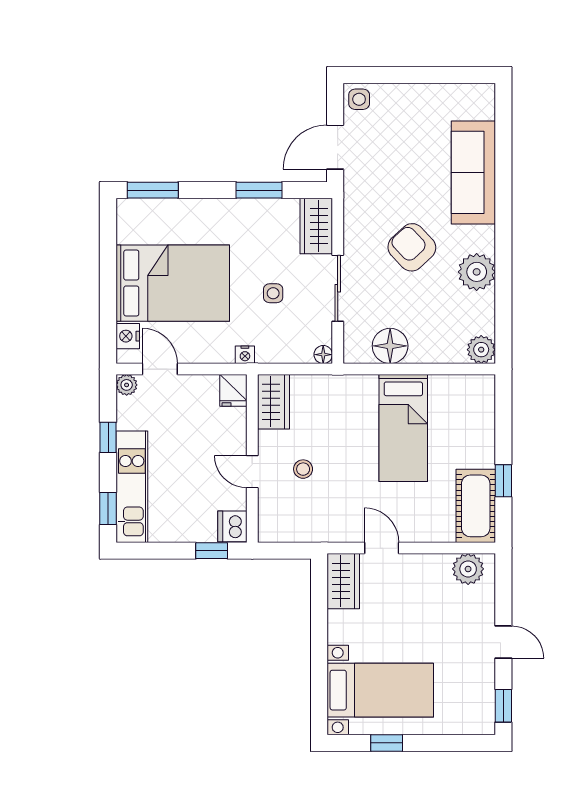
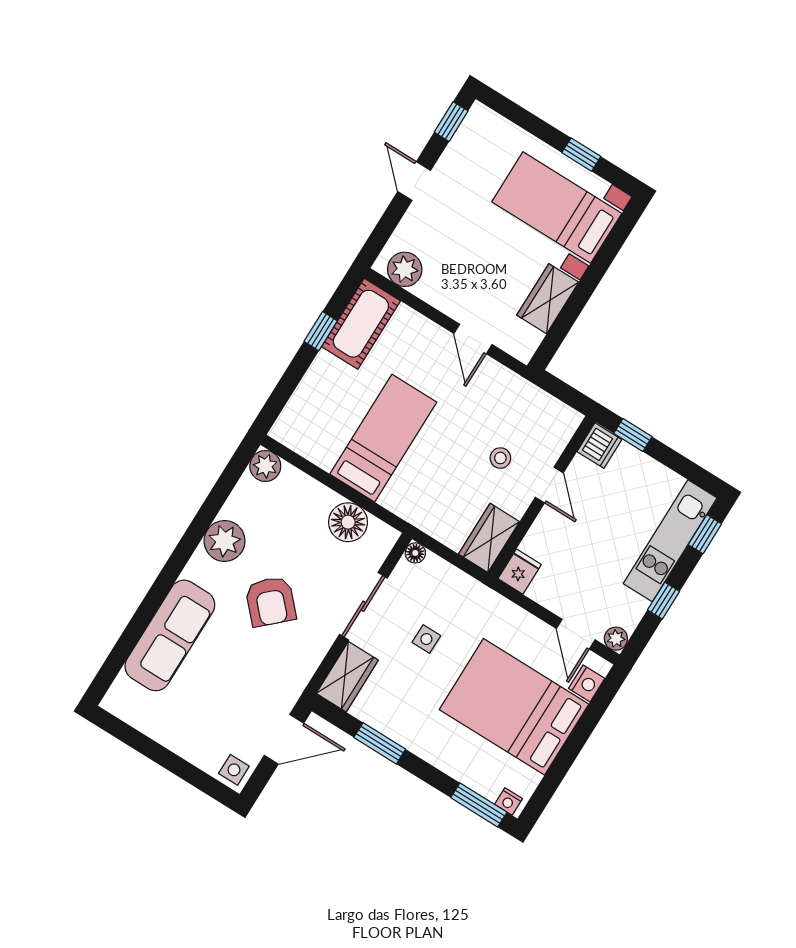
nightstand: (245, 355) -> (508, 801), moved, turned 180
wardrobe: (343, 581) -> (548, 299), moved

